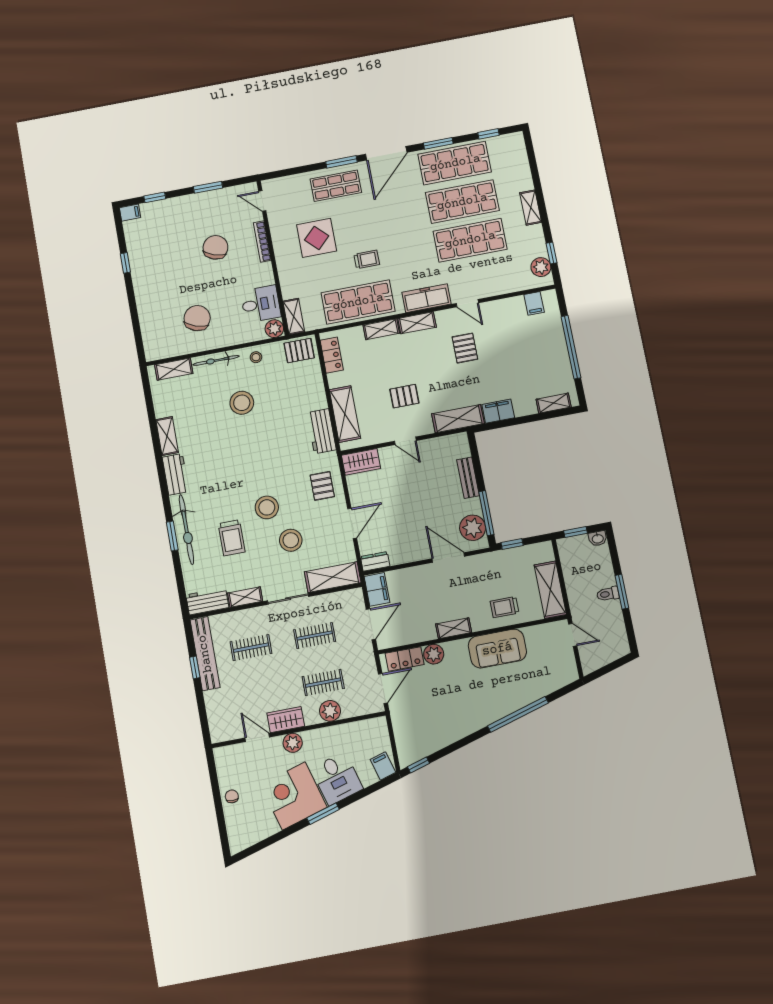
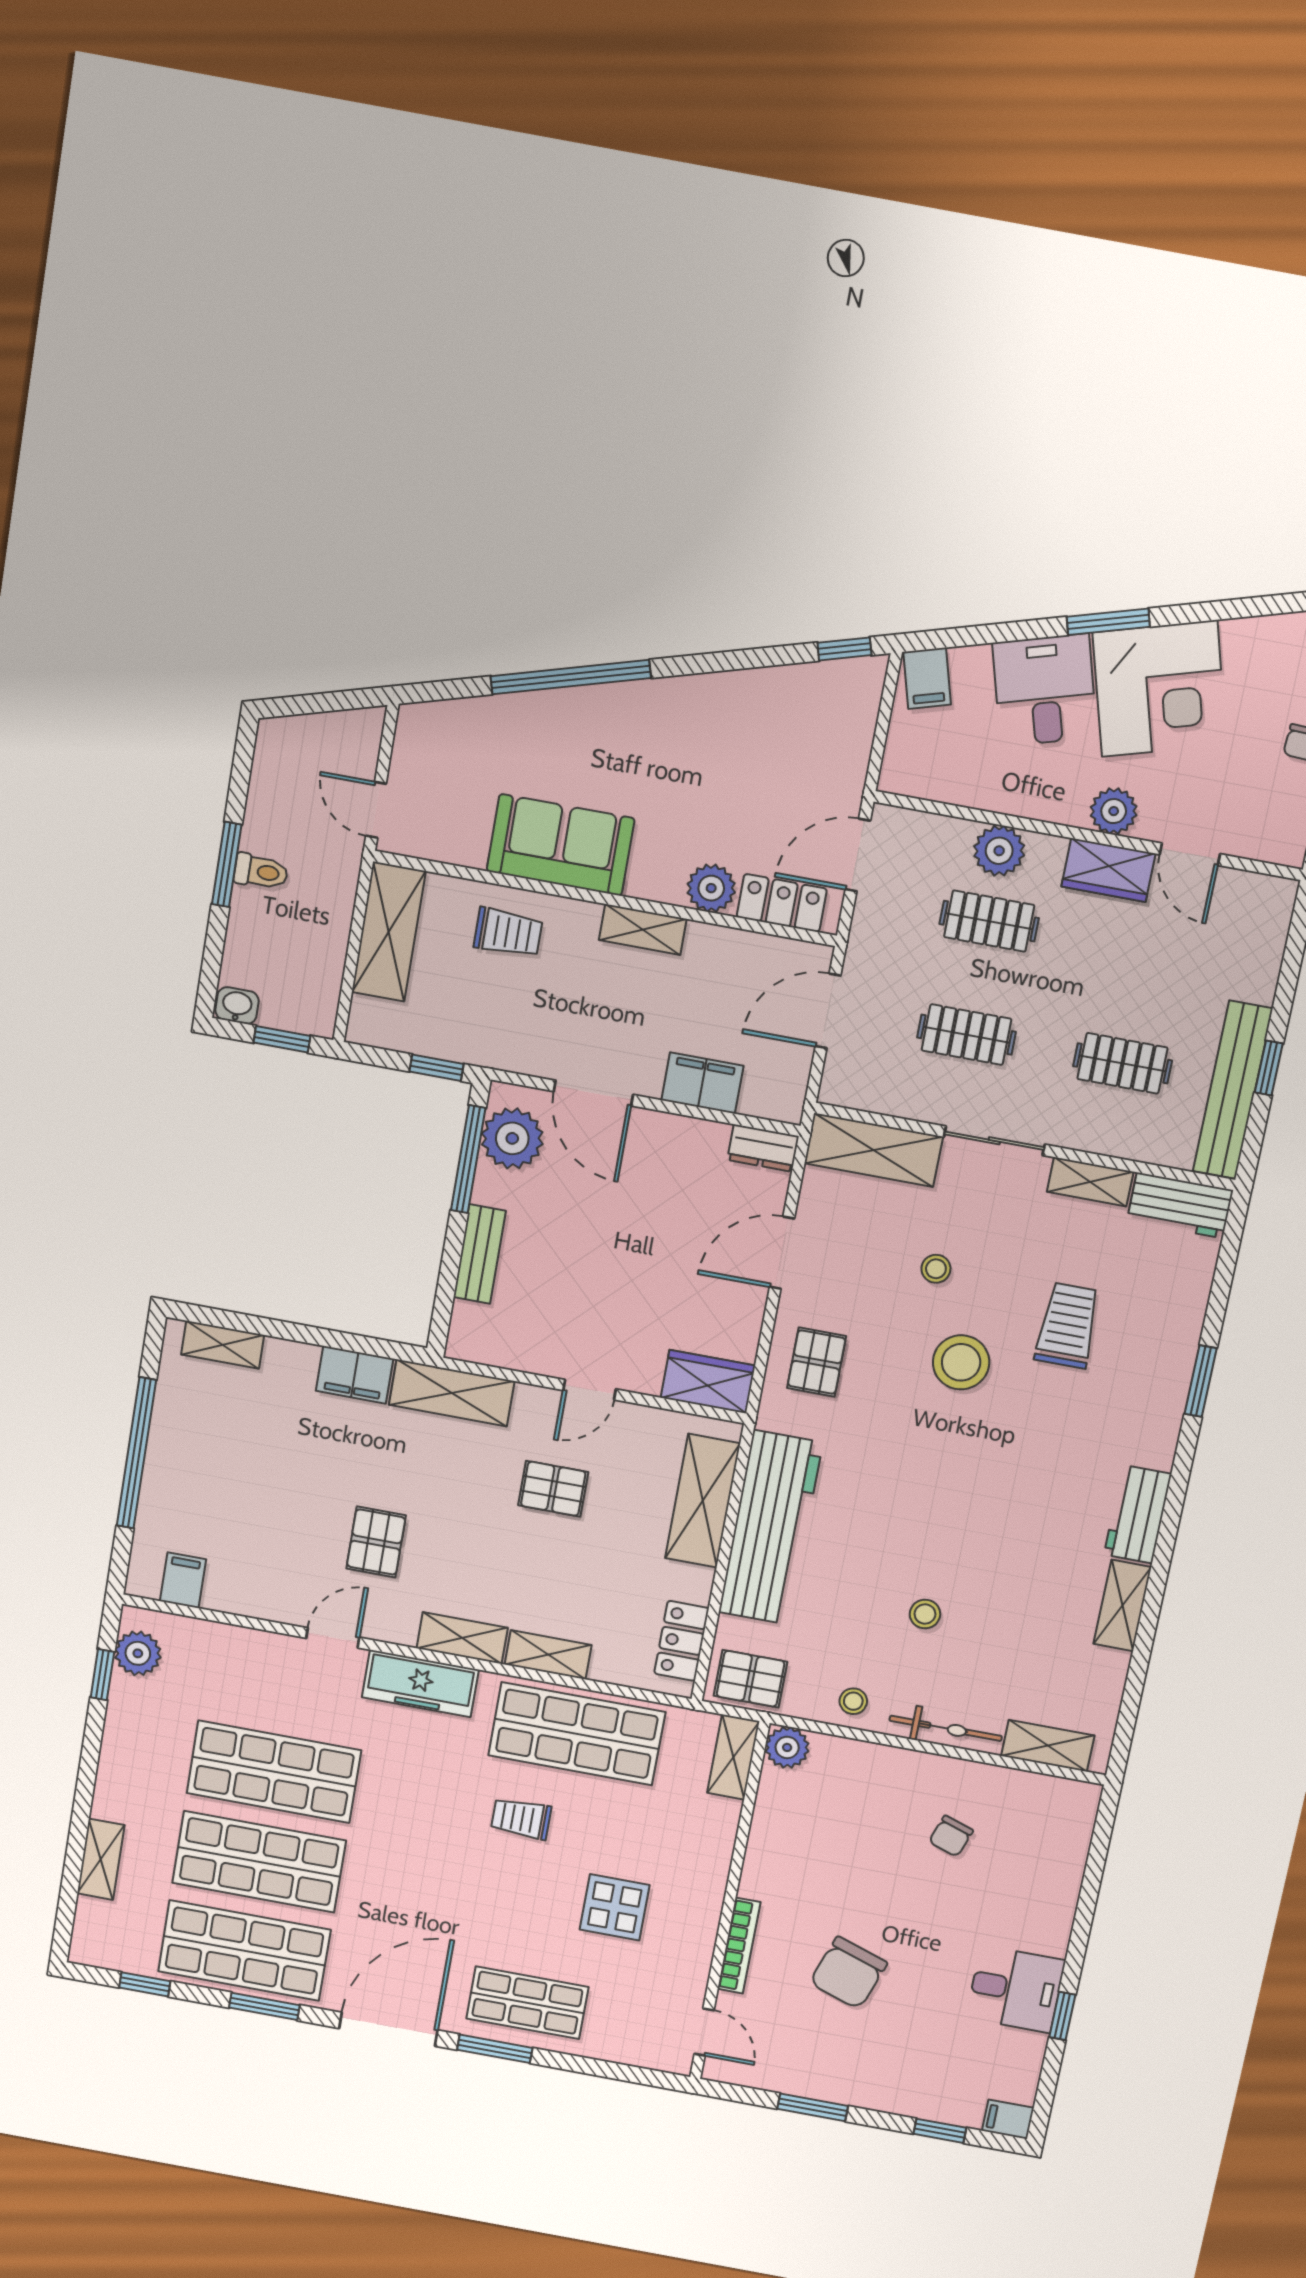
shelving: (531, 208) -> (101, 1859), moved
display table: (317, 238) -> (615, 1907), width x0.73, depth x0.73
door: (467, 303) -> (333, 1638), hinge flipped
desk: (261, 304) -> (1016, 1989), moved, turned 180
chair: (197, 318) -> (951, 1836), width x0.54, depth x0.54
stool: (242, 403) -> (925, 1614), width x0.53, depth x0.53
workbench: (322, 431) -> (771, 1528), width x1.87, depth x1.32
door: (405, 441) -> (590, 1390), swing flipped
bicycle: (186, 530) -> (1163, 1383), removed
stool: (291, 540) -> (936, 1269), width x0.53, depth x0.53
filing cabinet: (377, 589) -> (702, 1083), moved, turned 90

